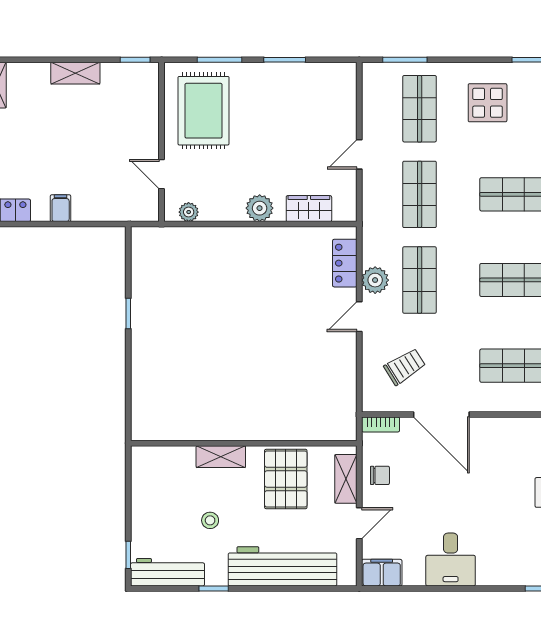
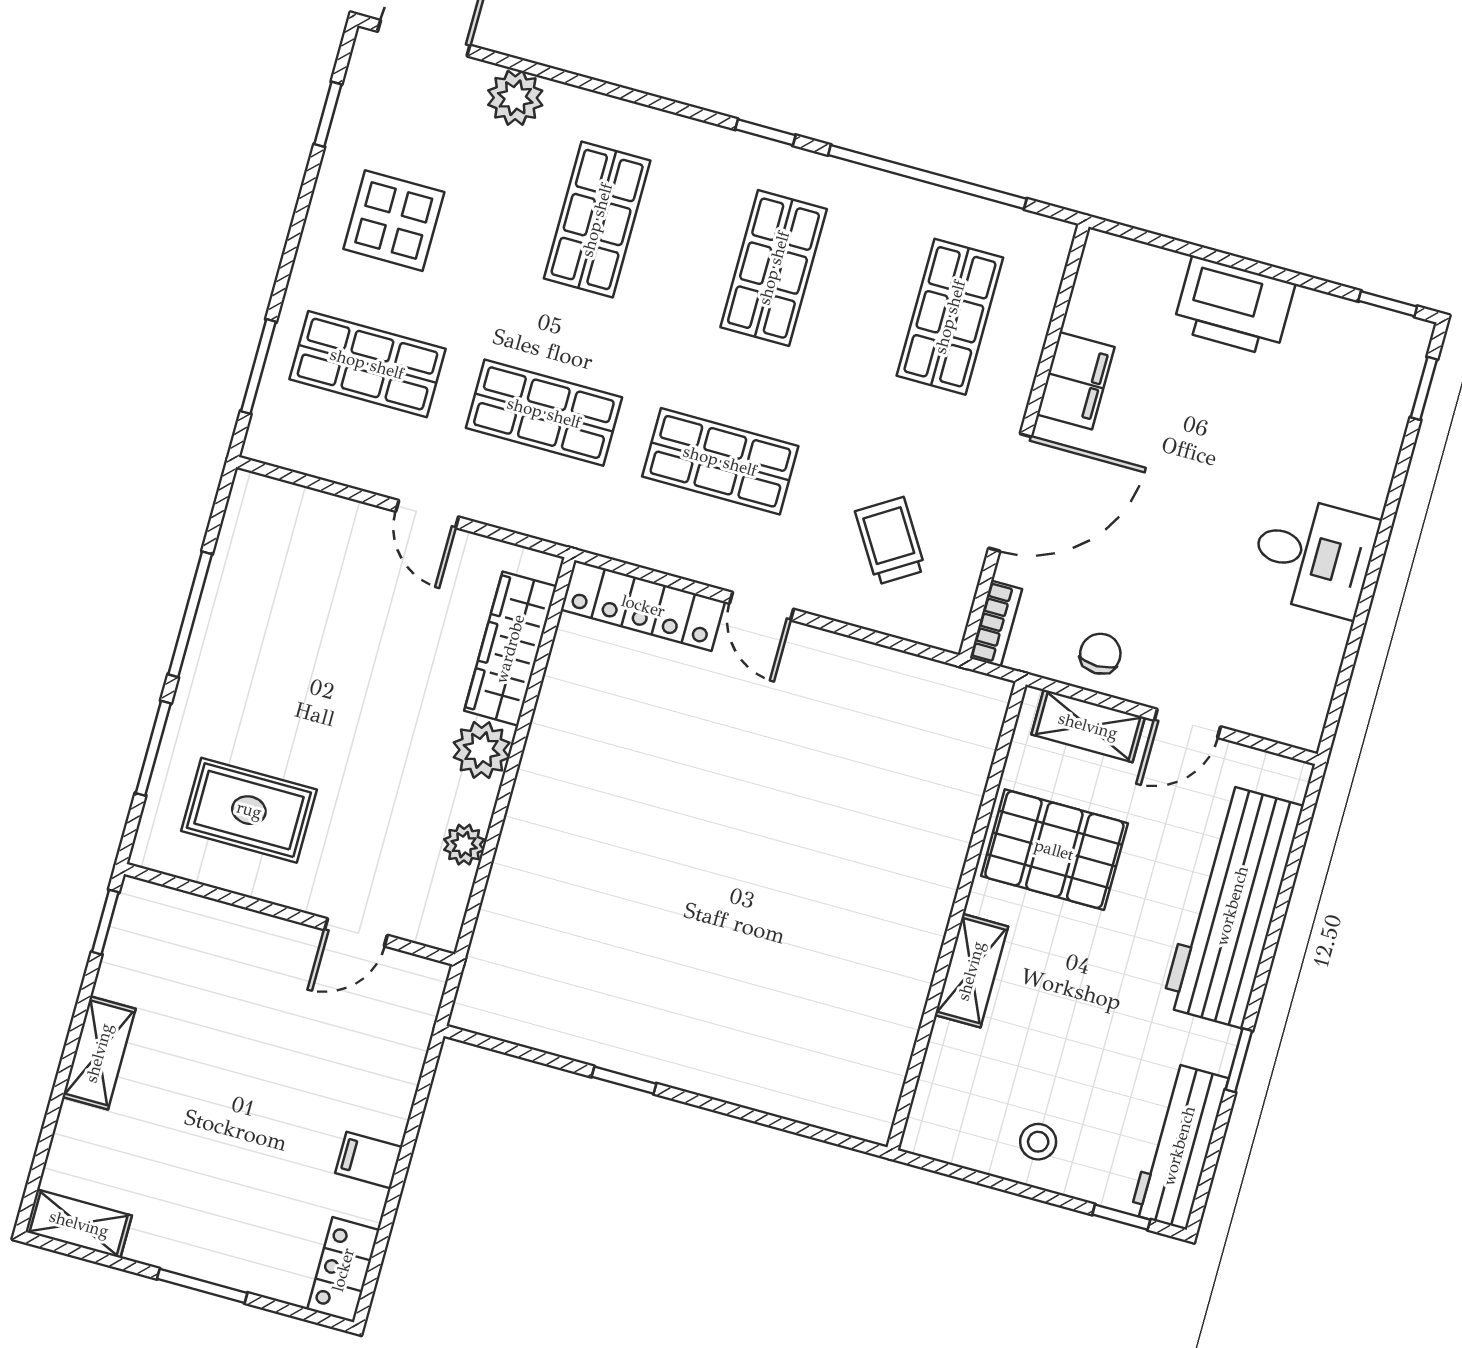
window: (285, 60) -> (190, 614), width x1.44
rug: (203, 111) -> (249, 810), width x0.73, depth x0.70
wardrobe: (309, 209) -> (510, 649), width x1.50
plant: (189, 212) -> (464, 845), moved
locker: (345, 263) -> (643, 606), width x1.53
plant: (375, 280) -> (695, 553), removed
stool: (210, 520) -> (1038, 1142), moved
door: (359, 523) -> (1187, 723), swing flipped
filing cabinet: (382, 573) -> (1076, 381), moved, turned 180

